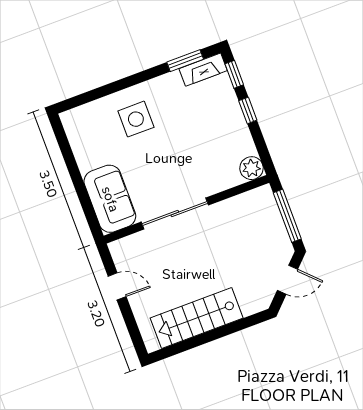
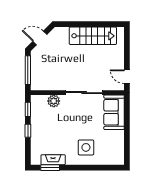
fireplace: (203, 70) -> (53, 160), moved
window: (234, 74) -> (28, 109), moved
plant: (251, 168) -> (54, 101), moved
door: (117, 286) -> (127, 77), moved

